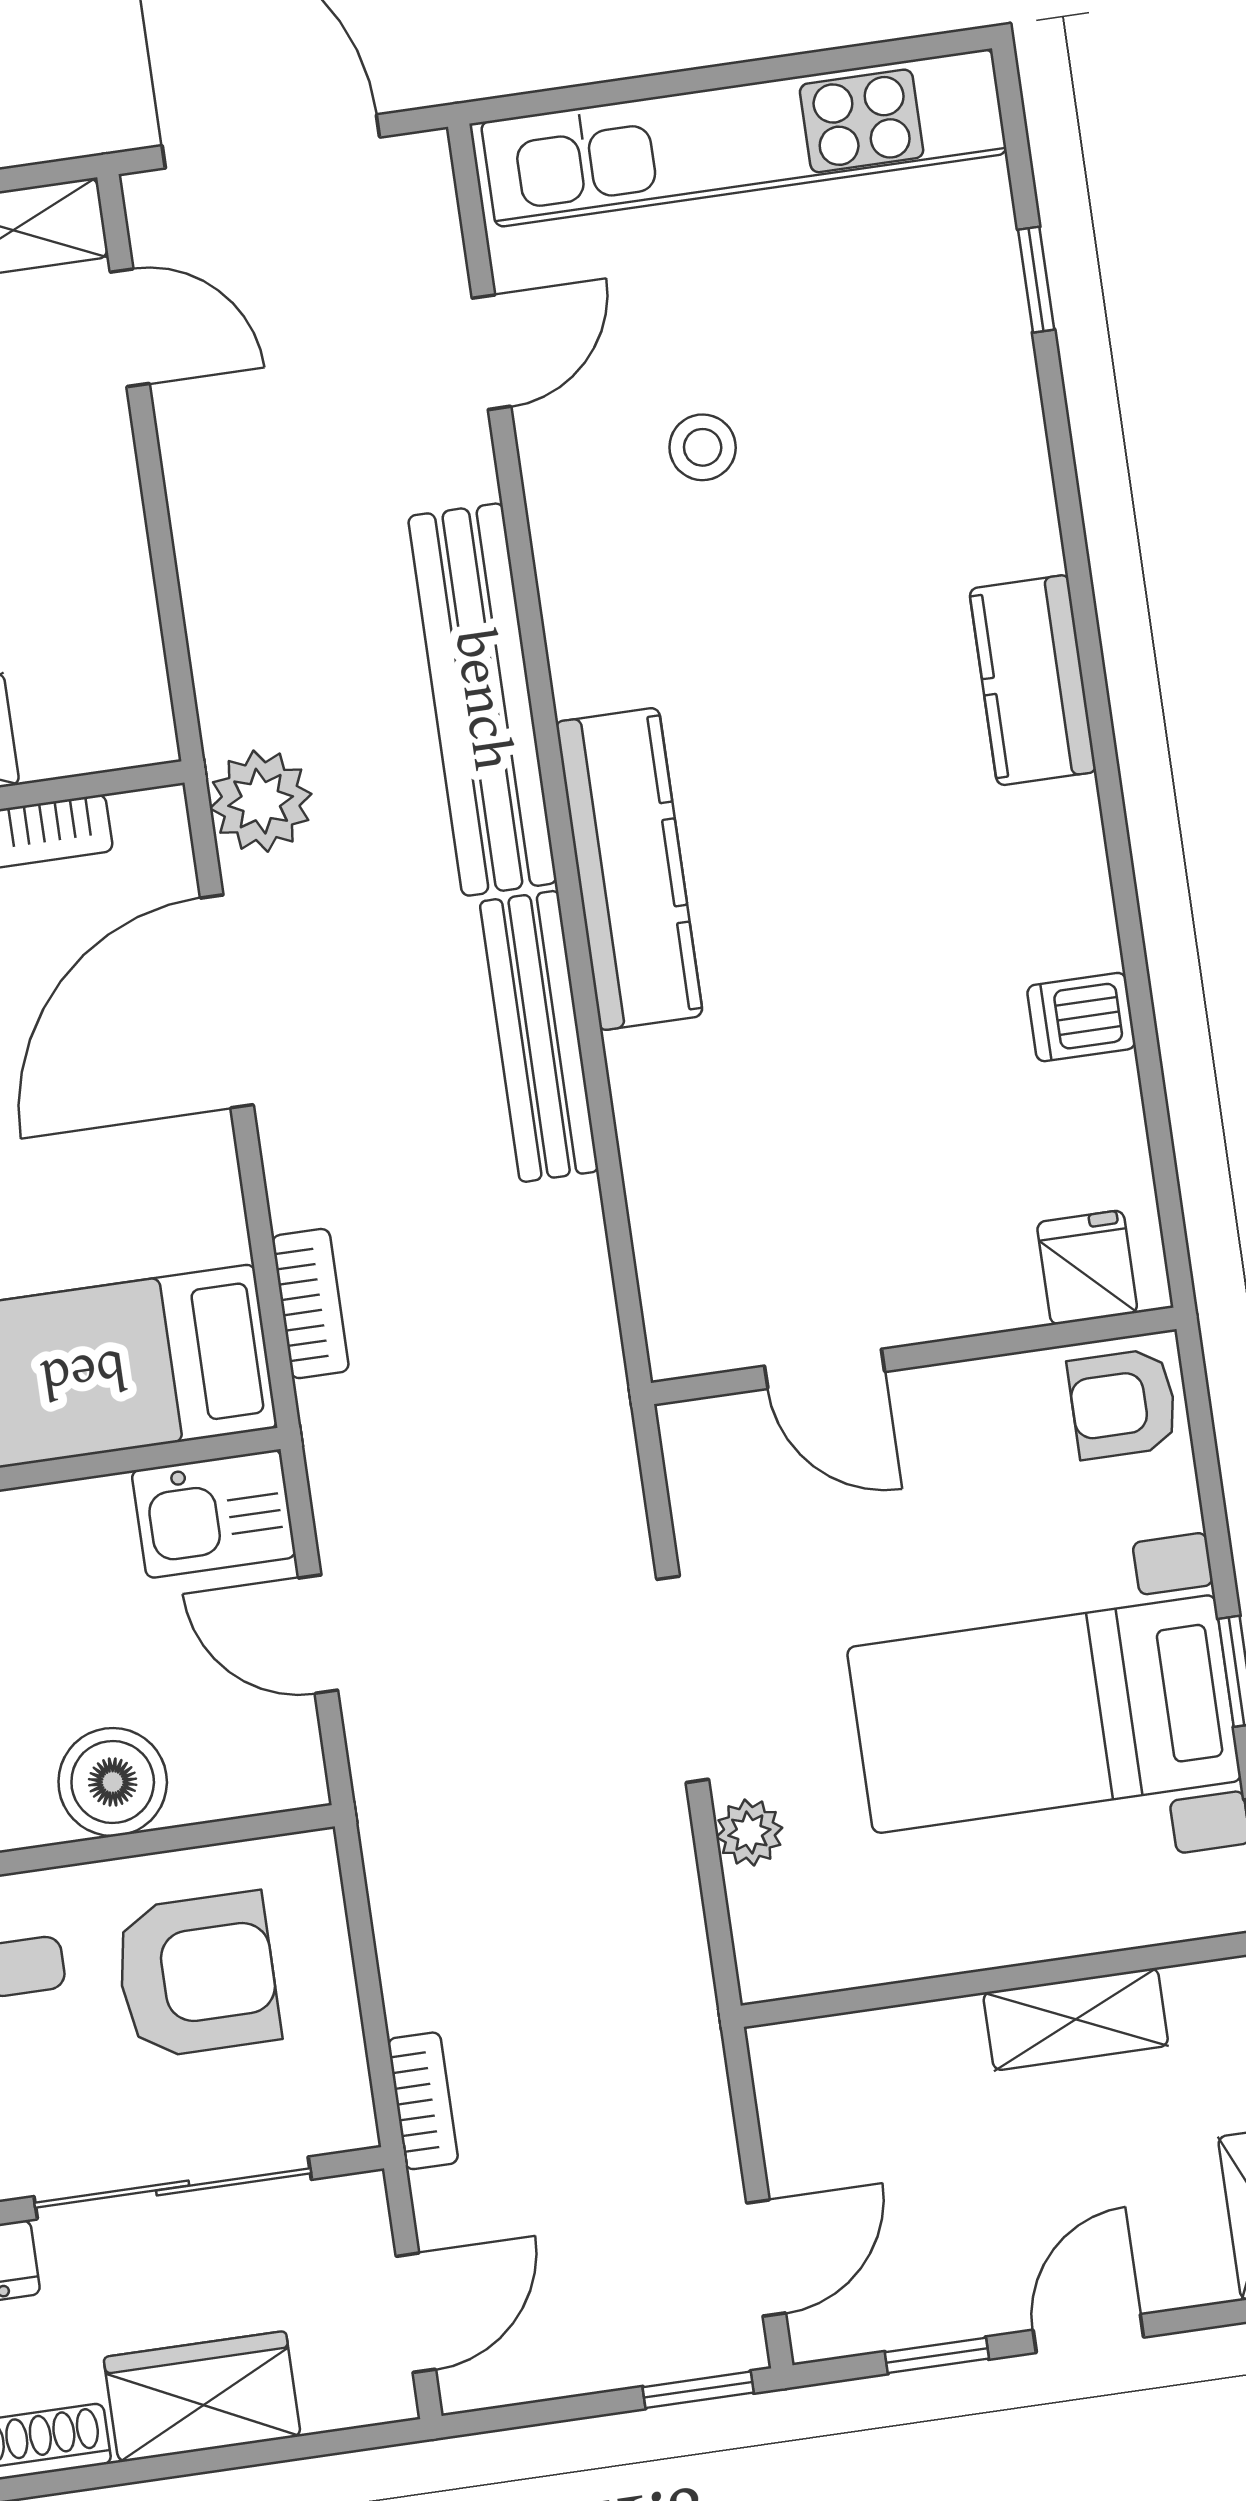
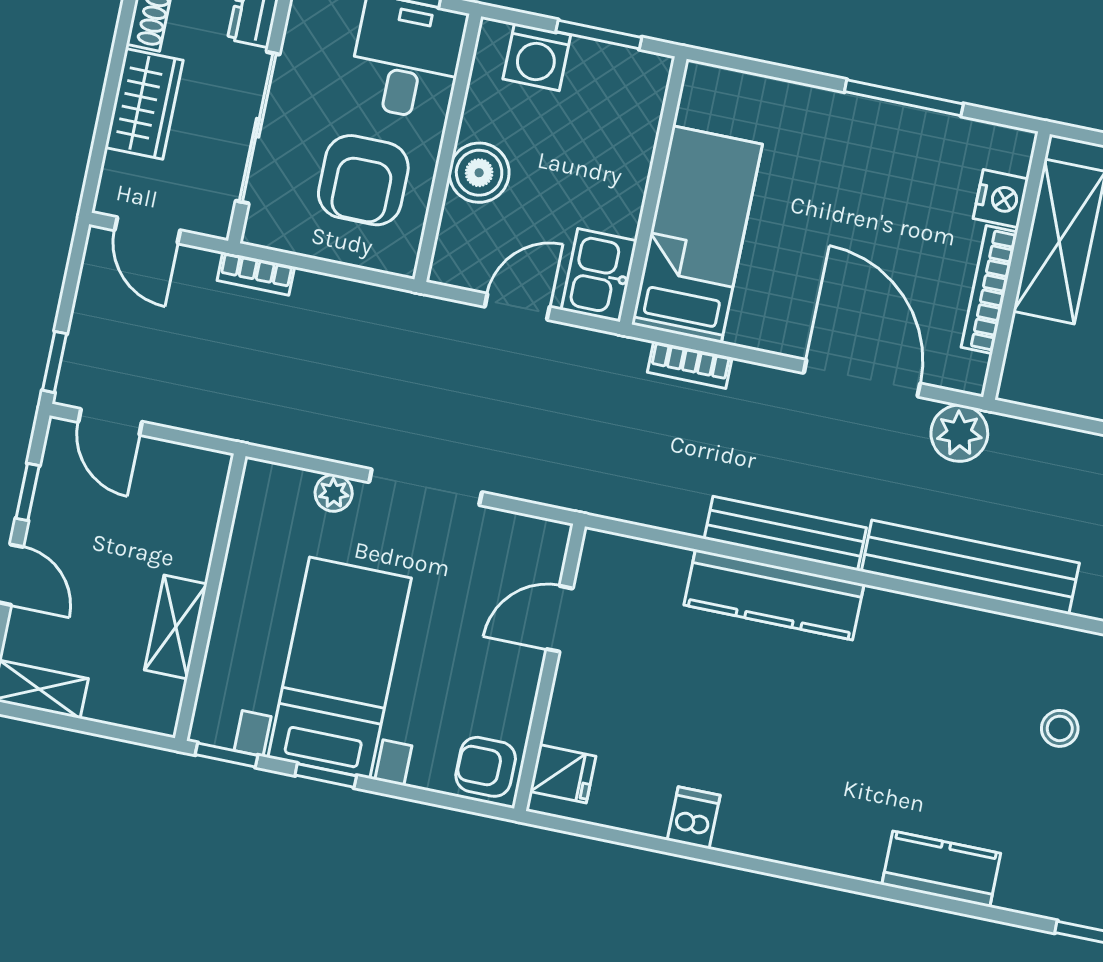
kitchen counter: (1033, 680) -> (941, 869), moved
kitchen counter: (629, 869) -> (774, 595), moved
armchair: (1123, 1404) -> (486, 767), turned -90

